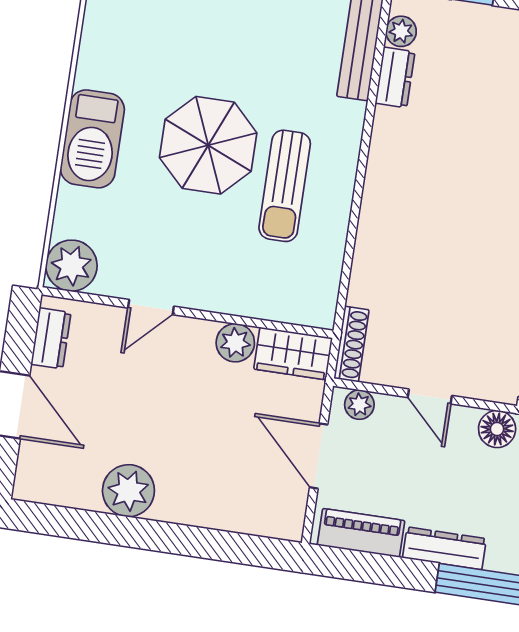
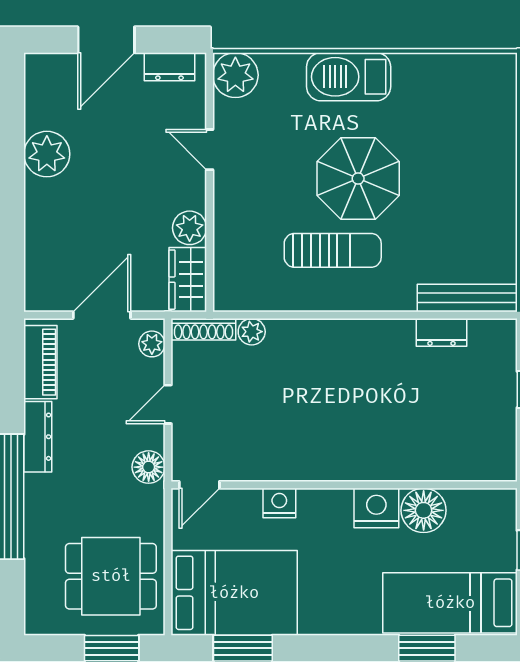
plant: (401, 31) -> (252, 332), moved
sun lounger: (285, 186) -> (333, 250), turned 180

